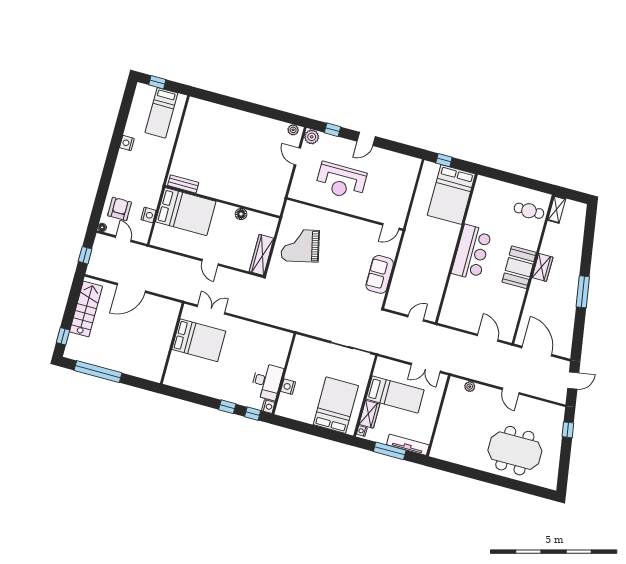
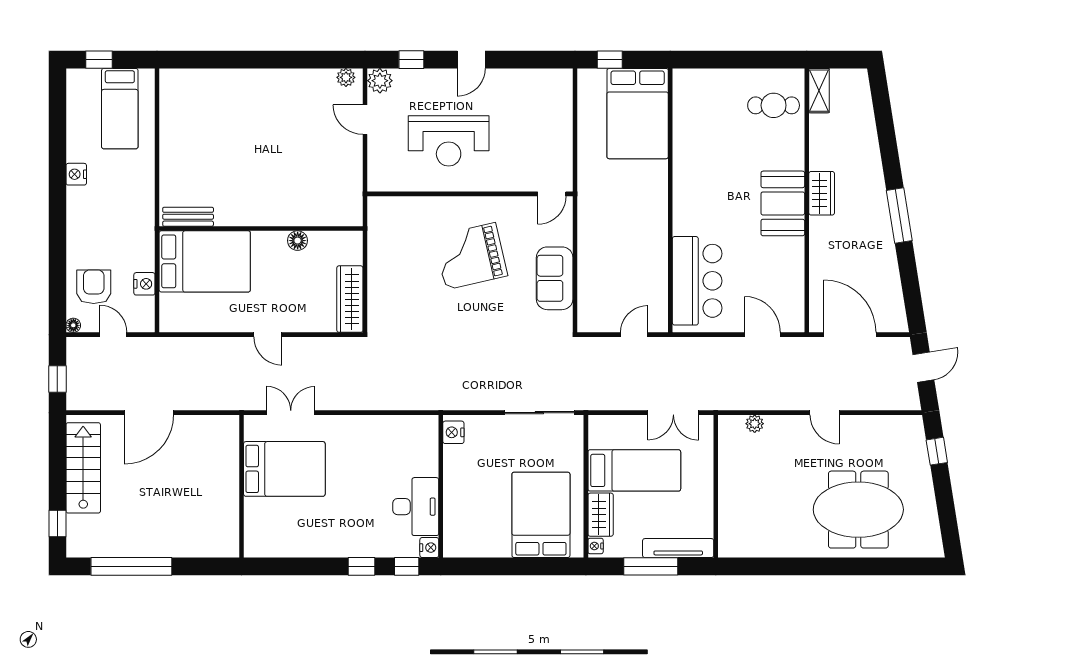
grand piano: (300, 246) -> (471, 256), moved
bar counter: (472, 252) -> (697, 281), moved
nightstand: (288, 387) -> (453, 432), moved

